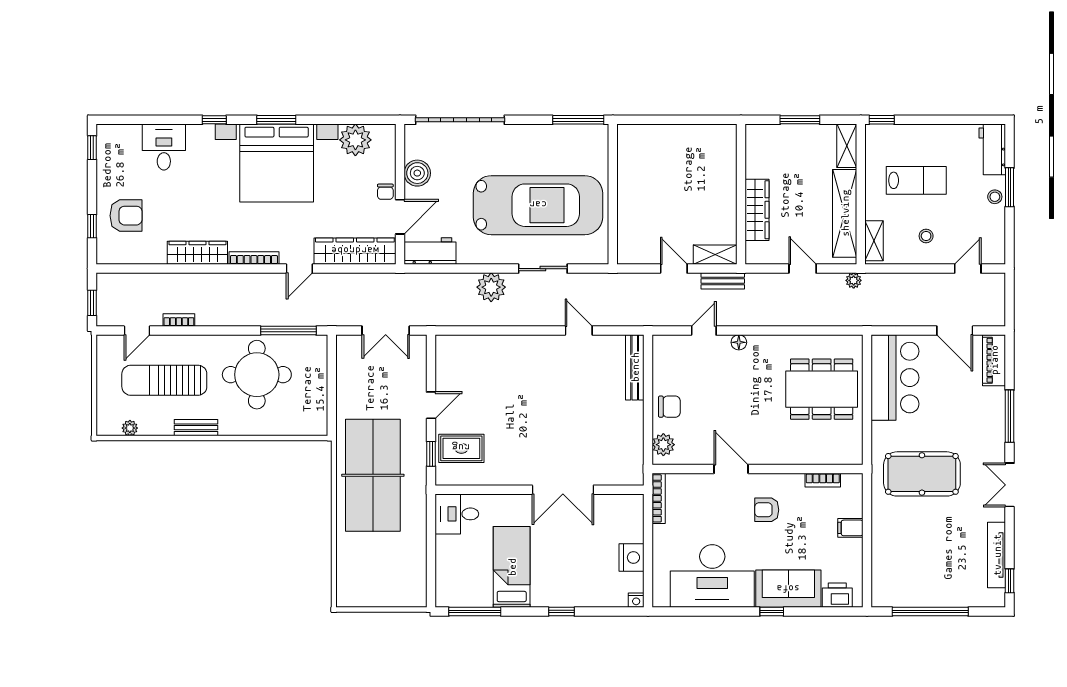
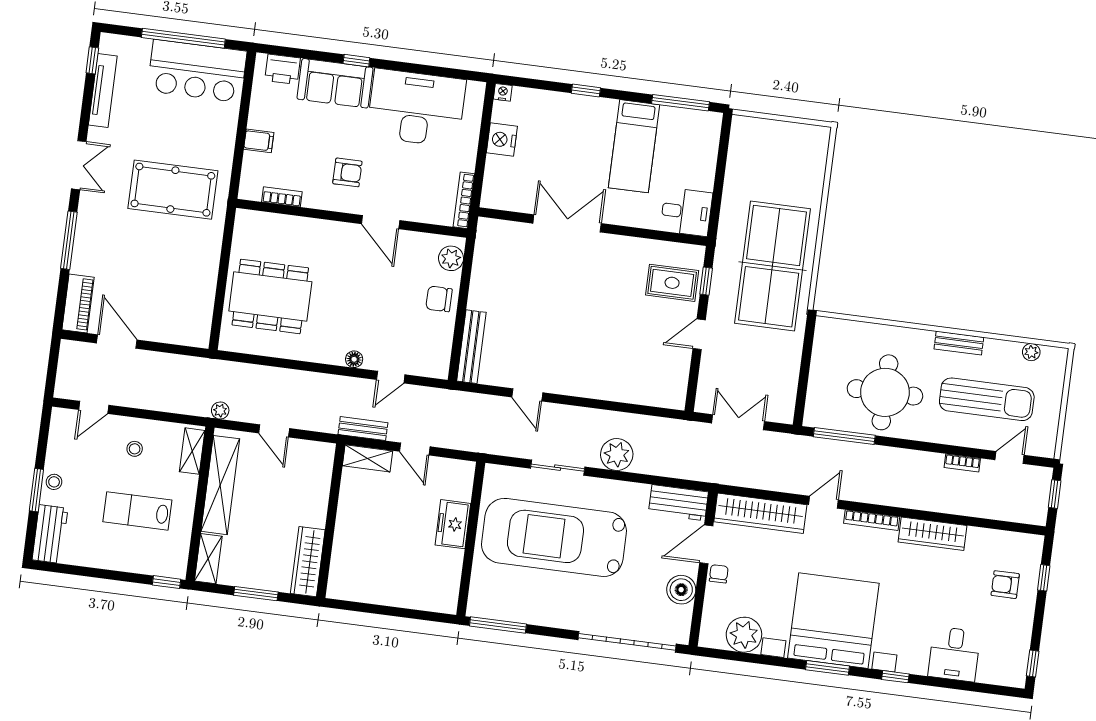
freezer: (631, 205) -> (453, 524), added
wardrobe: (757, 210) -> (308, 562), moved
armchair: (126, 216) -> (1005, 585), width x0.72, depth x0.72
bar counter: (895, 378) -> (197, 71), moved, turned -90

